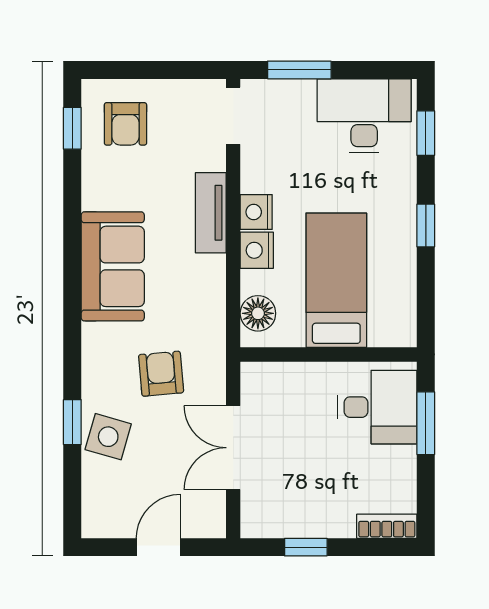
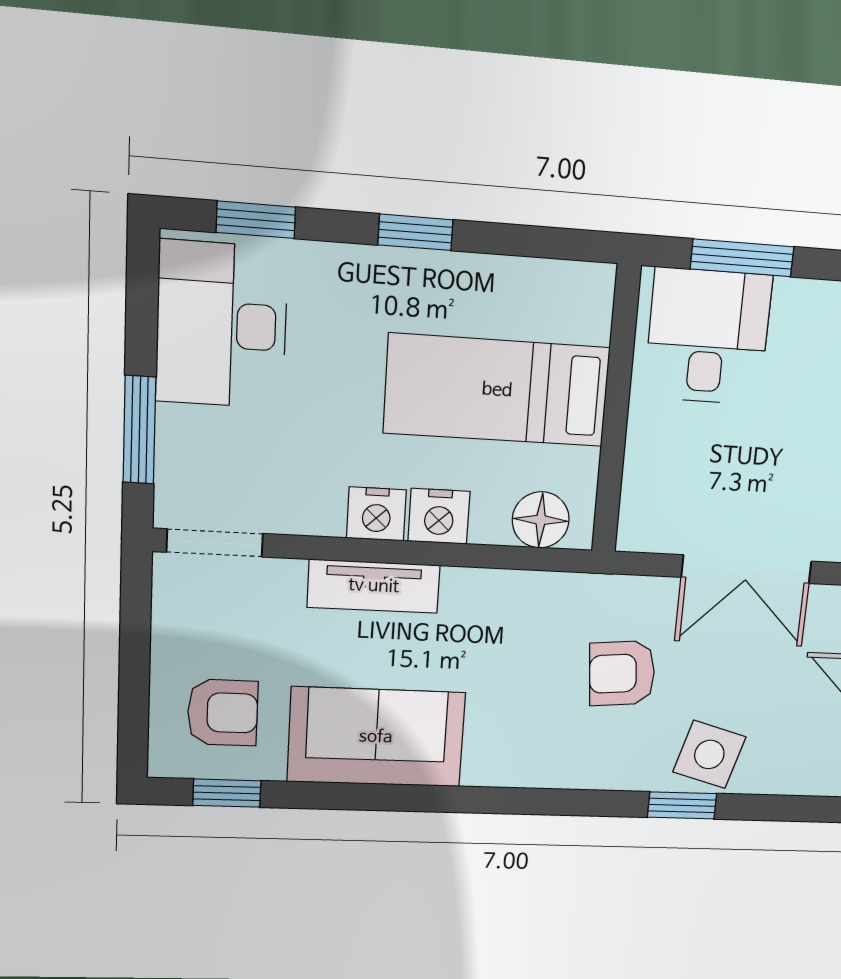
sofa: (113, 266) -> (376, 737), moved

